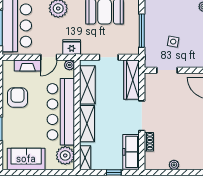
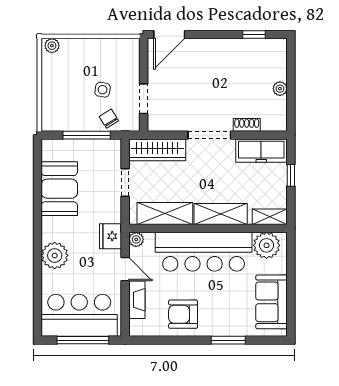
chair: (153, 46) -> (109, 119), added

